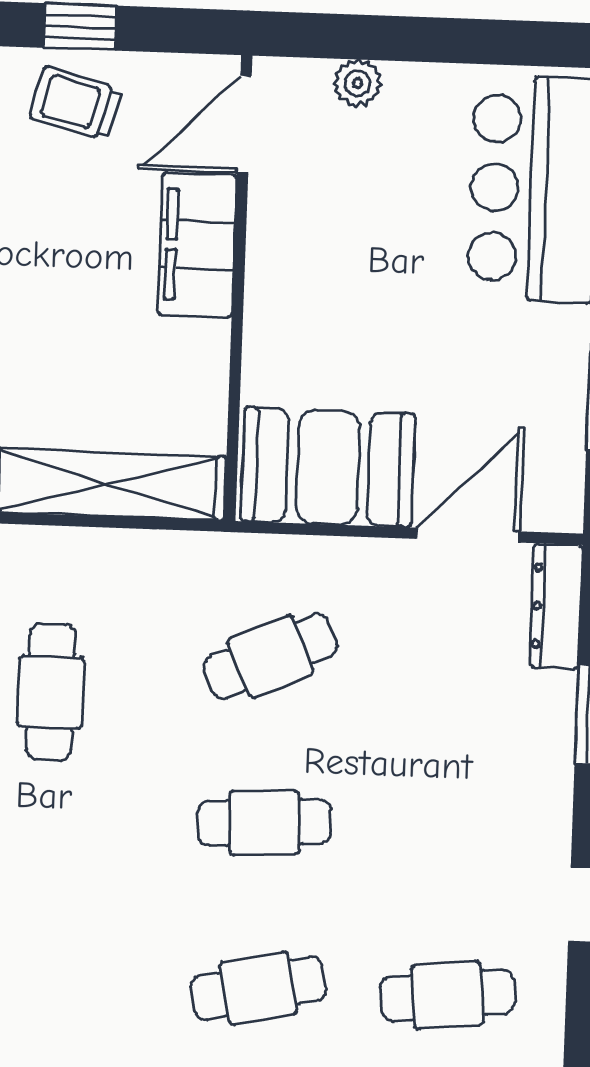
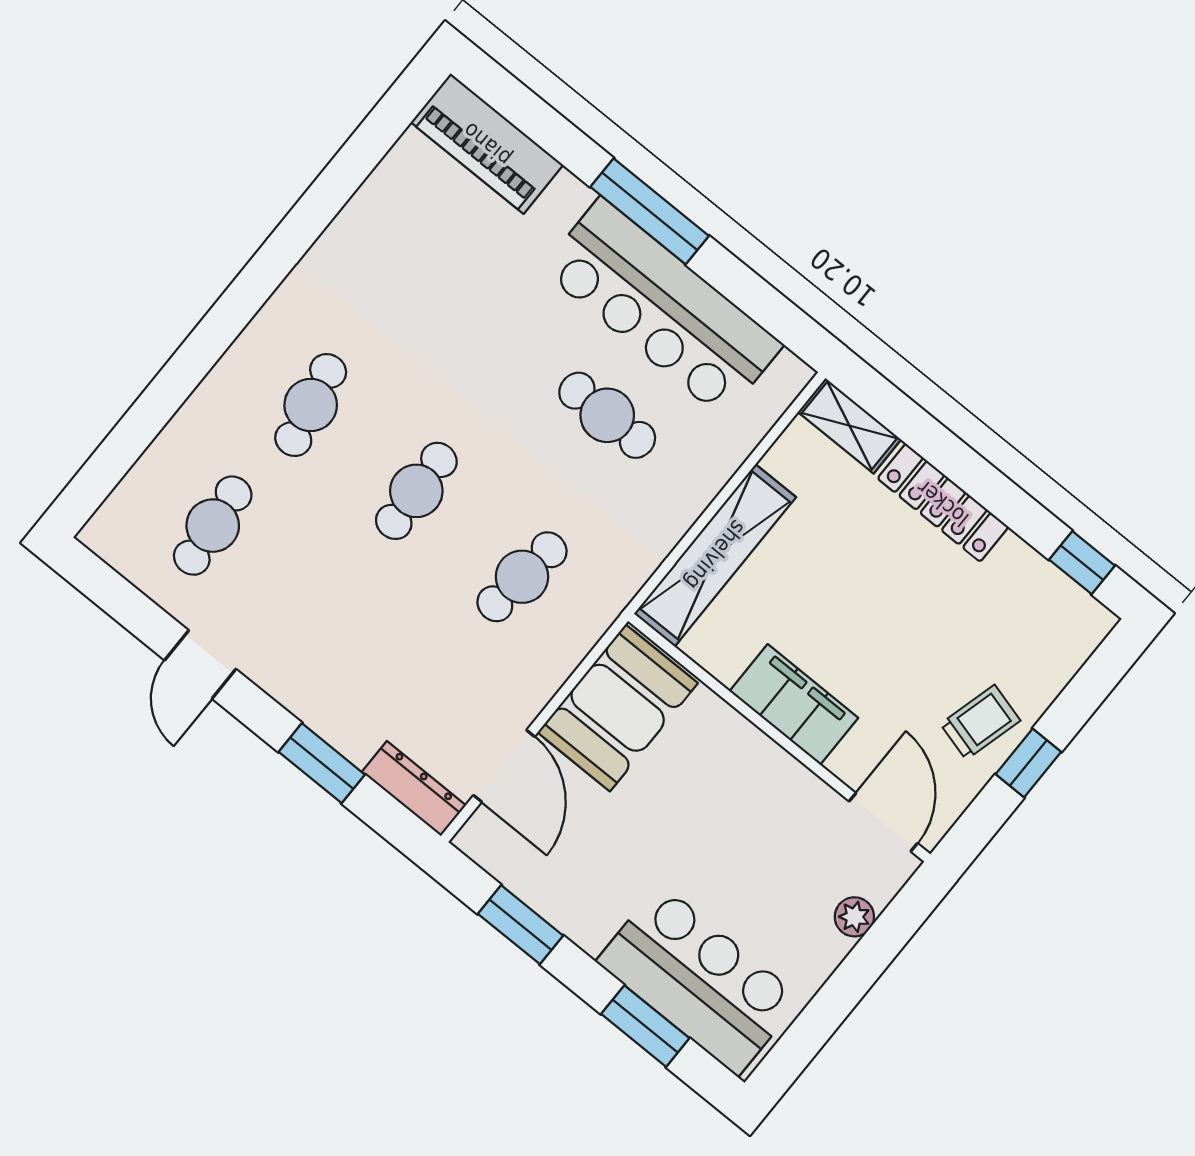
filing cabinet: (197, 245) -> (794, 704), moved
cafe table: (270, 657) -> (522, 577), turned 30

